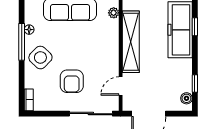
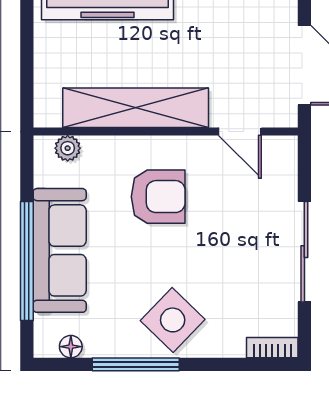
floor lamp: (29, 30) -> (71, 347), moved
armchair: (72, 81) -> (158, 197), moved
sliding door: (91, 114) -> (304, 252), moved

